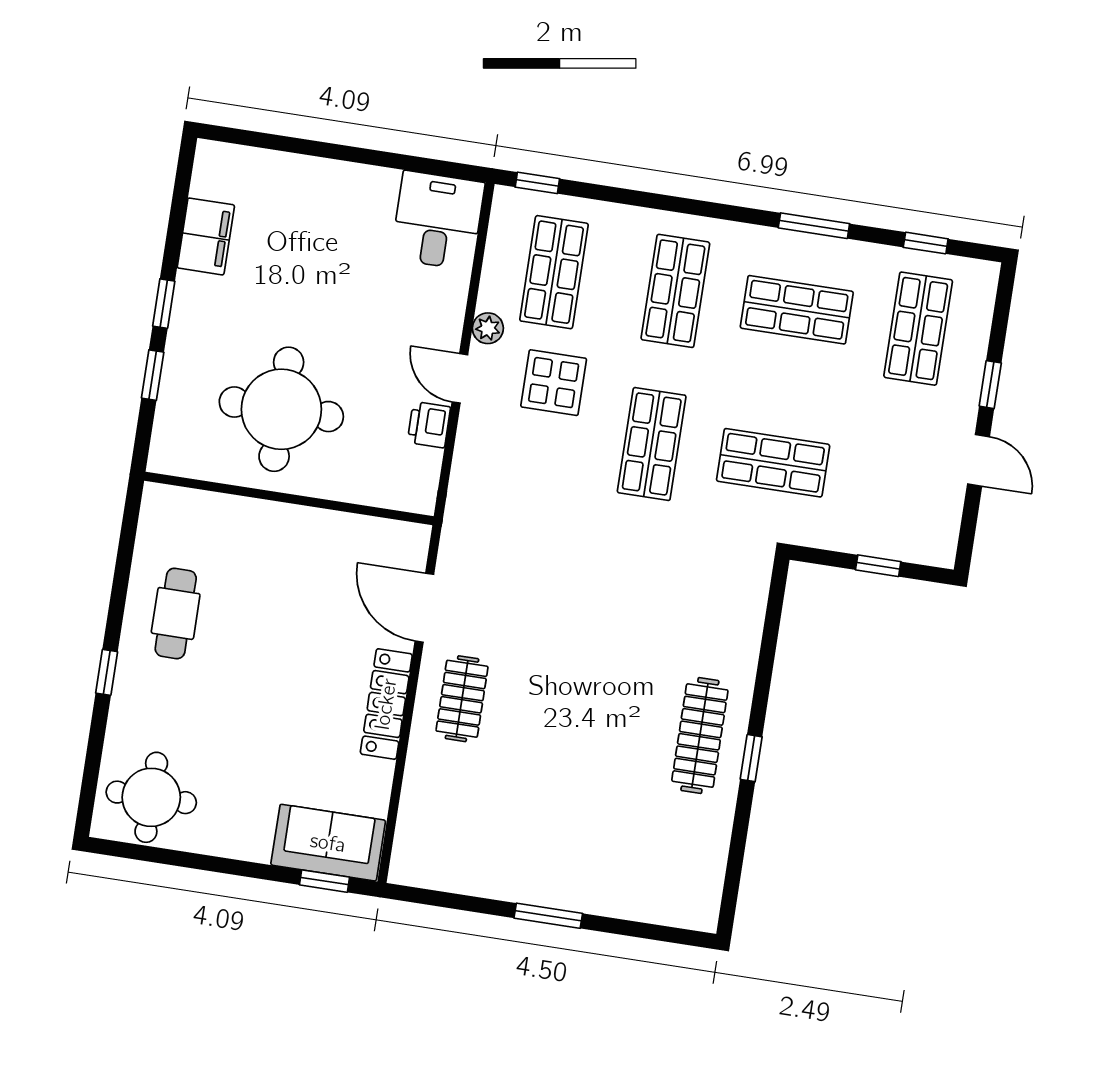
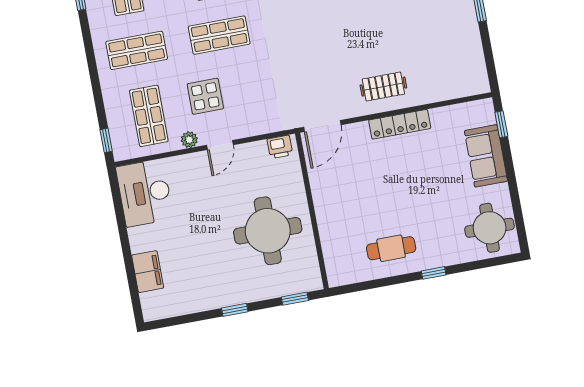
desk: (438, 221) -> (145, 193), width x1.37
filing cabinet: (206, 236) -> (148, 272), moved, turned 90
shop shelf: (554, 272) -> (149, 116), turned 90
window: (153, 375) -> (295, 299), moved
printer: (429, 425) -> (280, 147), moved
door: (424, 608) -> (322, 126), moved
sofa: (328, 843) -> (486, 156), moved

